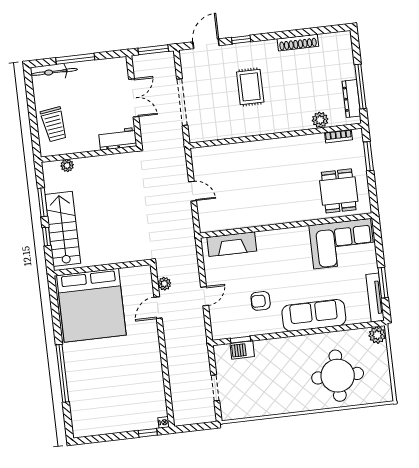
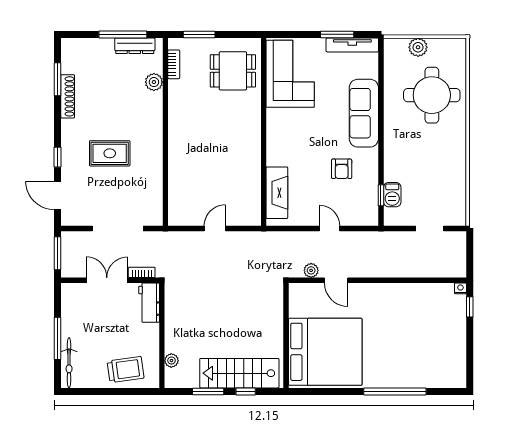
window: (312, 31) -> (58, 79), added
bookcase: (145, 129) -> (142, 272), added
plant: (377, 335) -> (418, 47), moved

